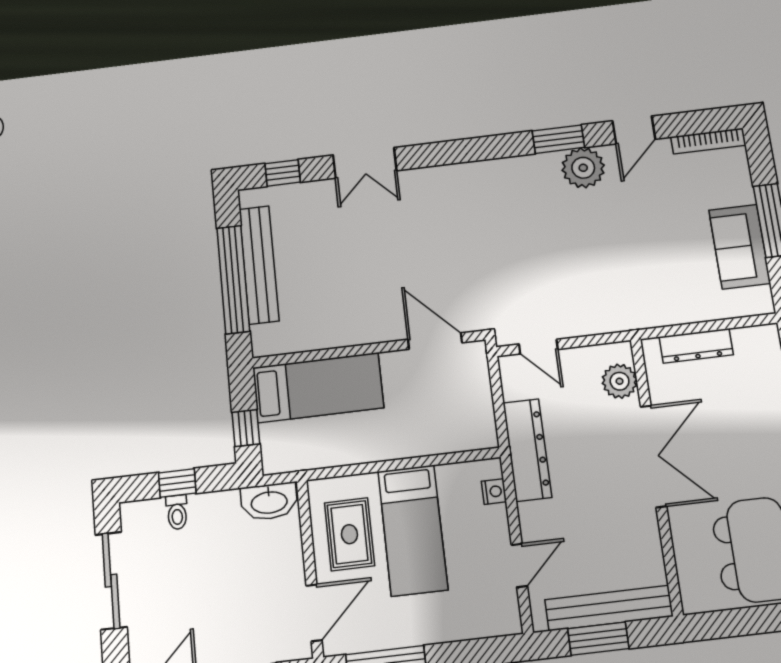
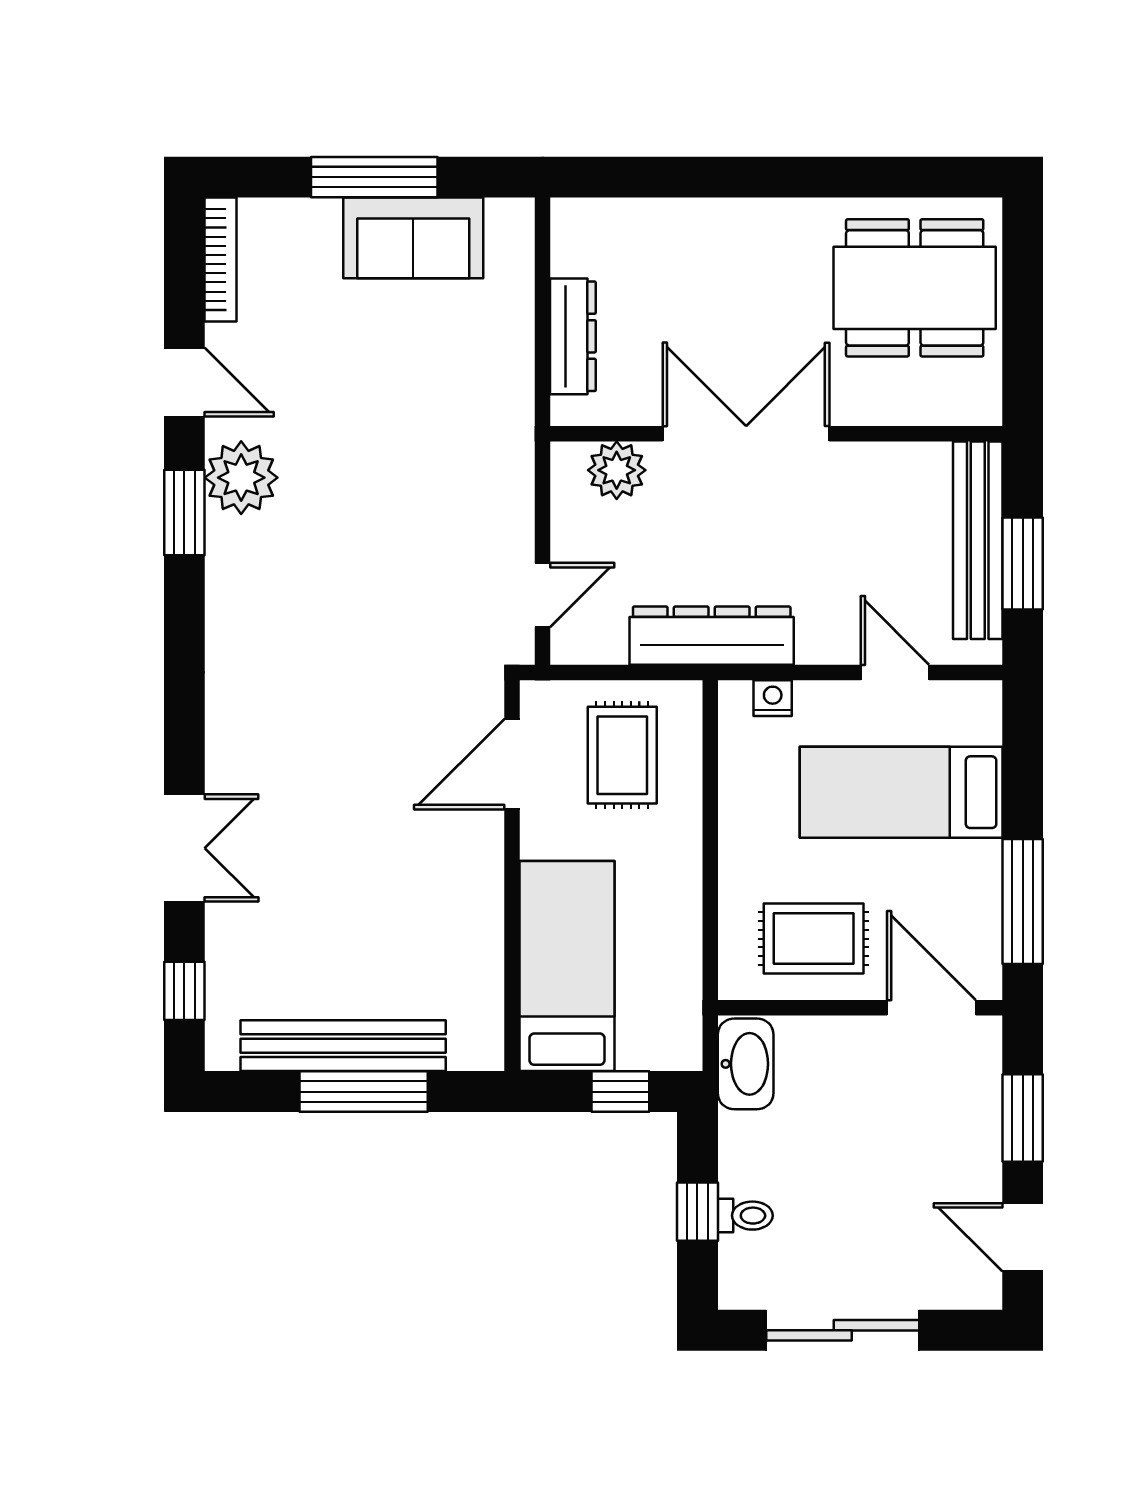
window: (233, 279) -> (364, 1092), width x0.68
rug: (448, 405) -> (622, 755), added
bed: (413, 530) -> (901, 792), moved, turned 180

